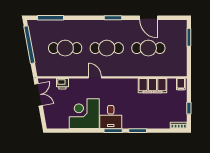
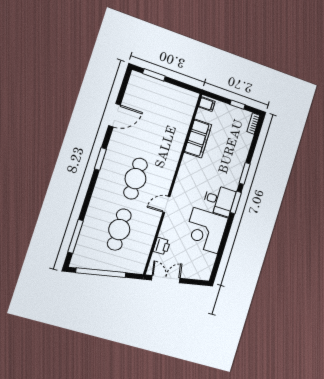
cafe table: (148, 48) -> (152, 128), removed

